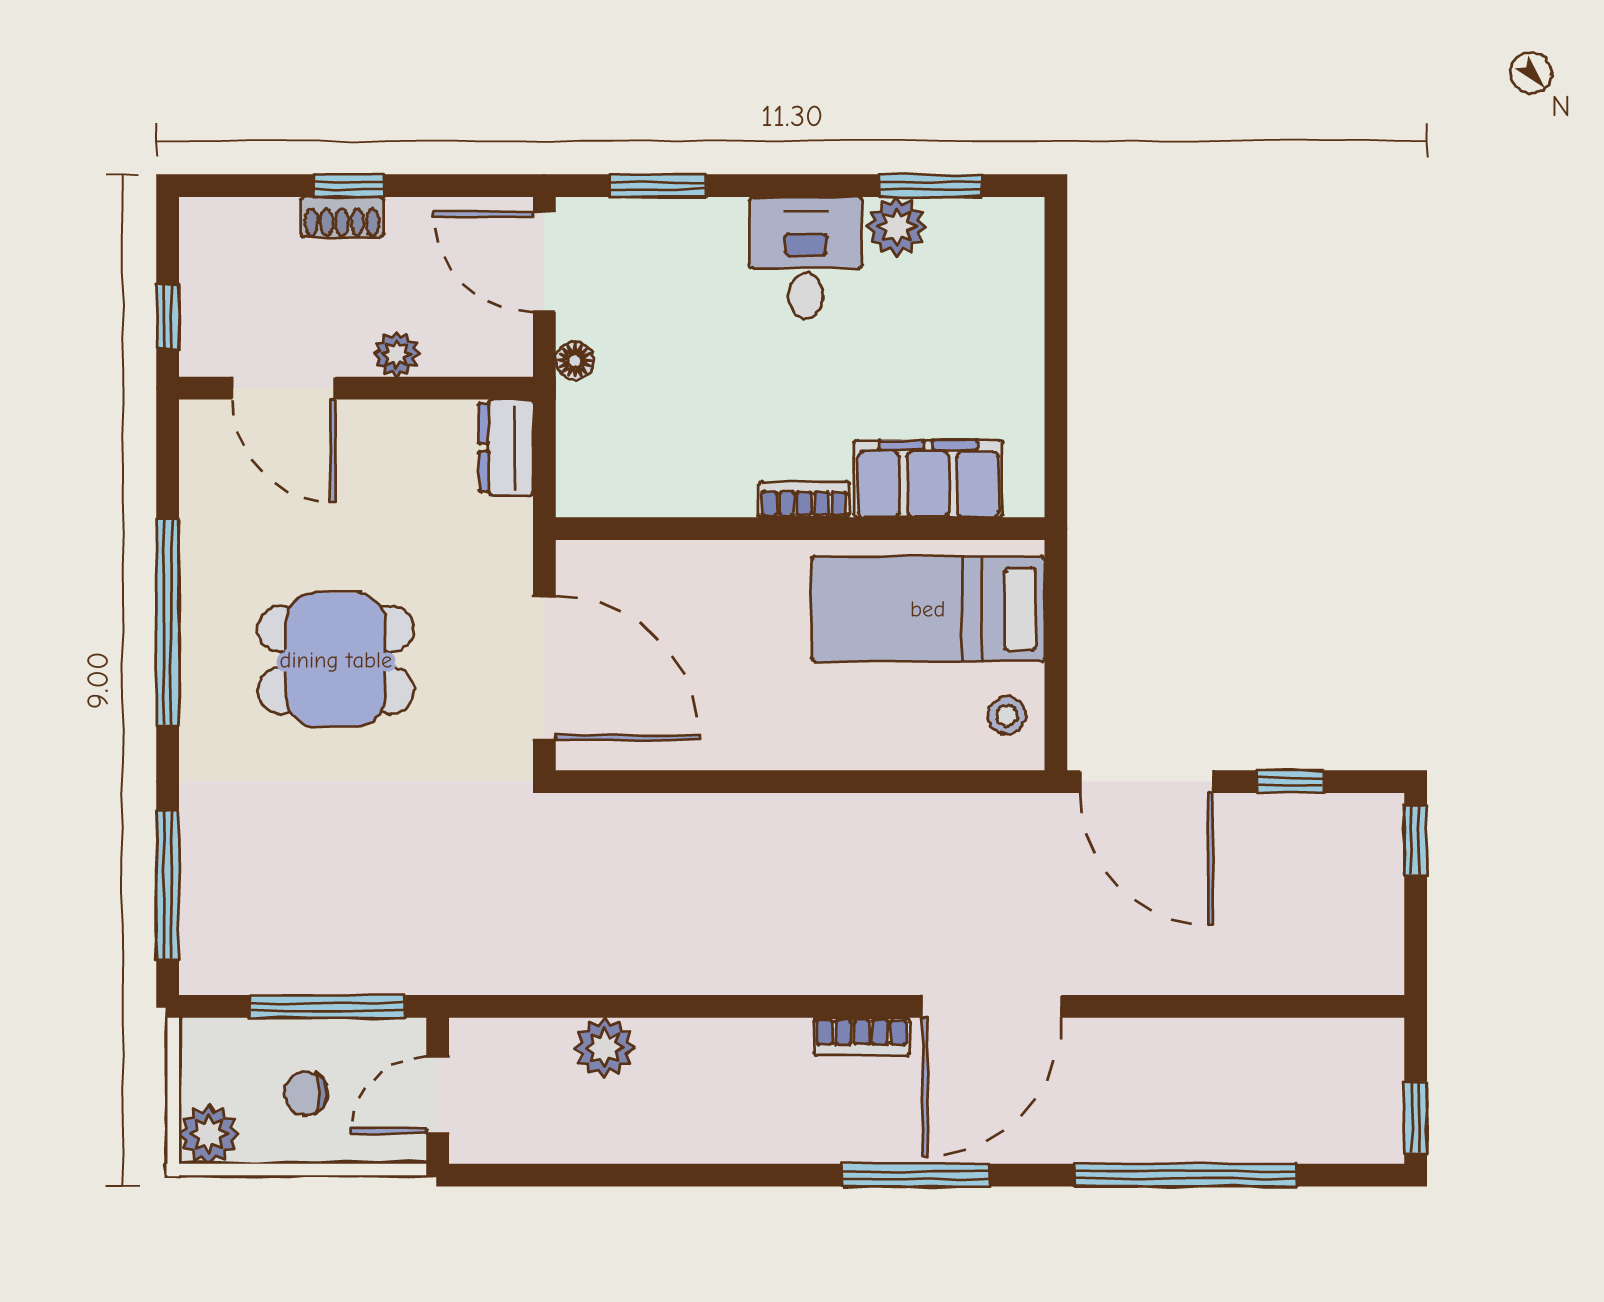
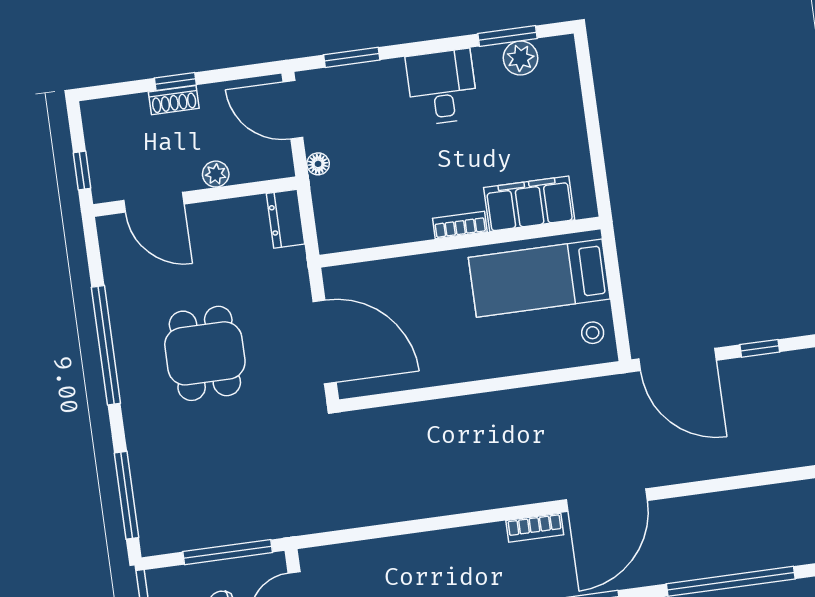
plant: (897, 227) -> (520, 58), moved
dining table: (336, 660) -> (205, 353), turned 90
plant: (604, 1048) -> (389, 554), removed

